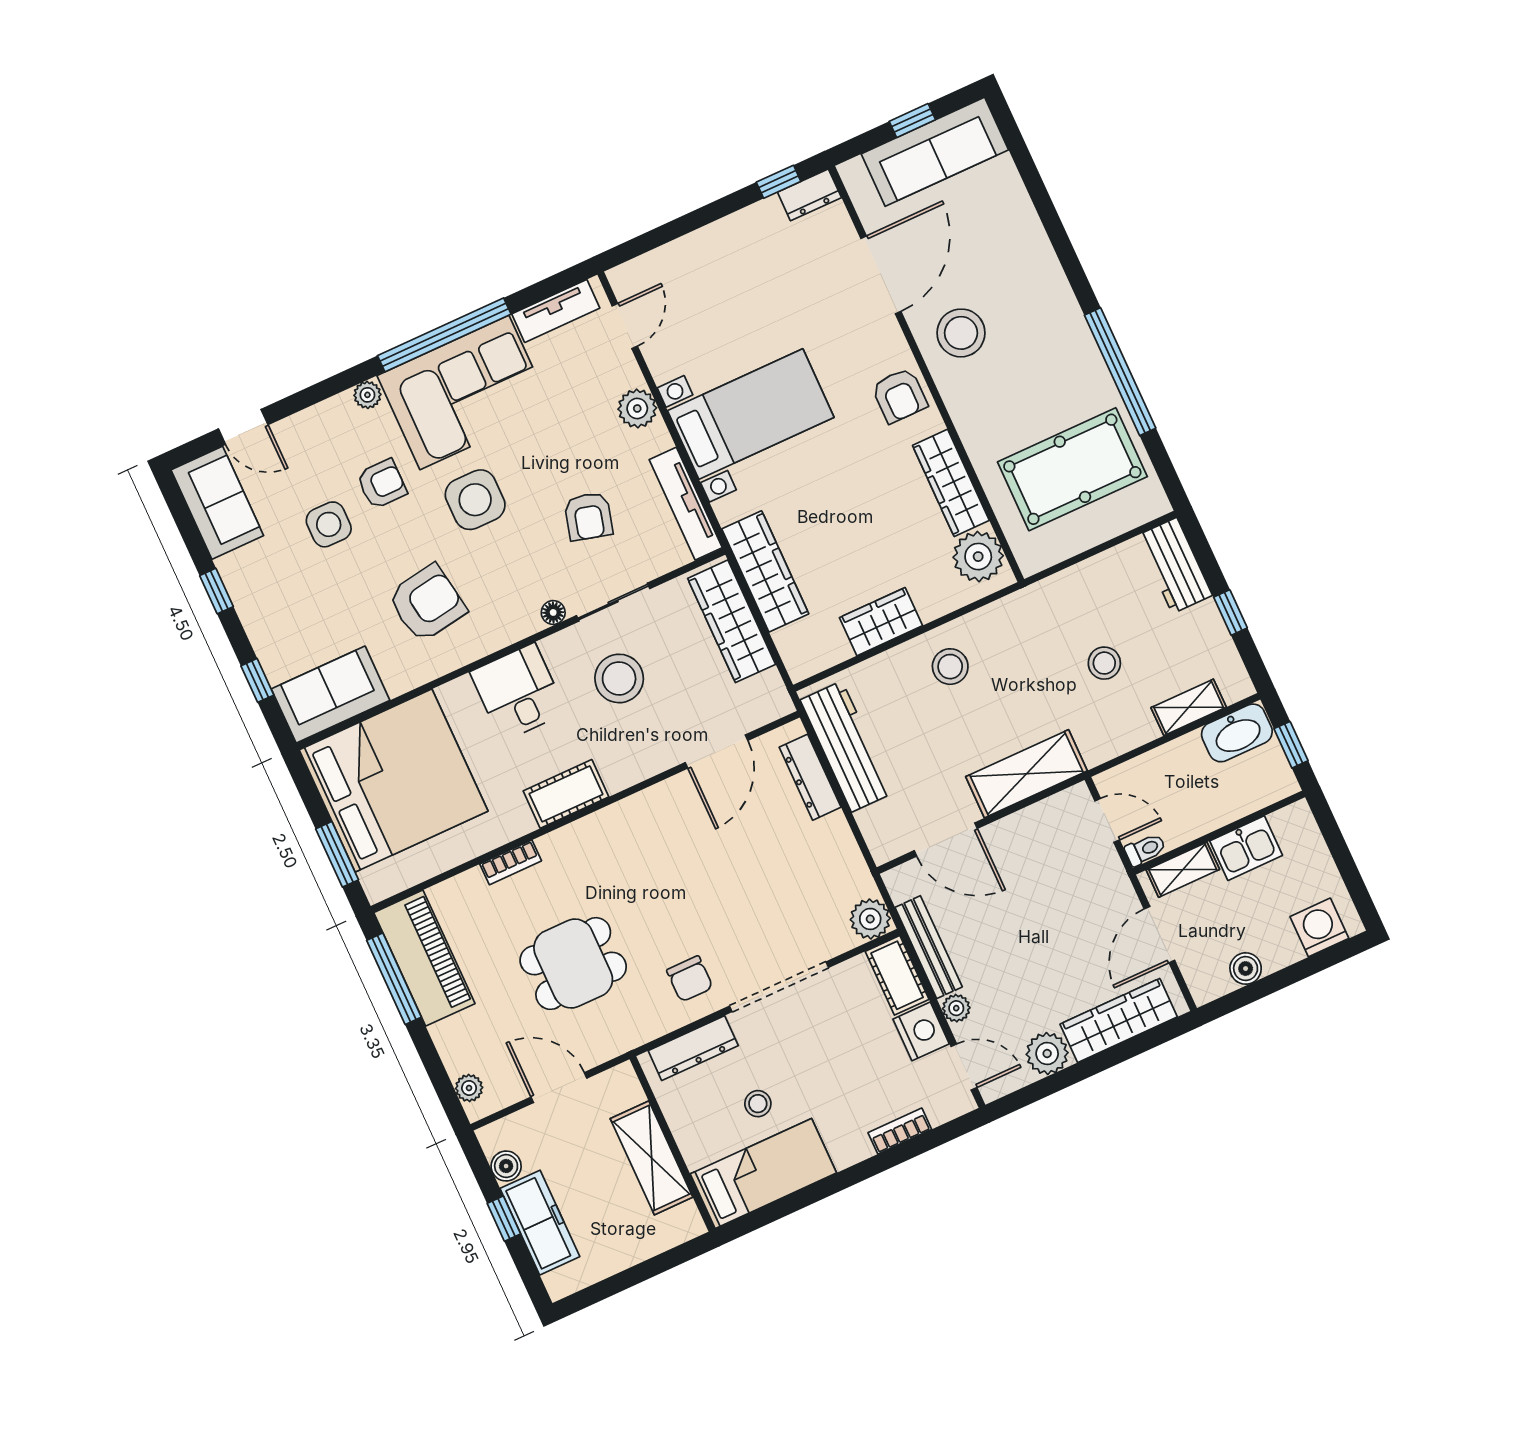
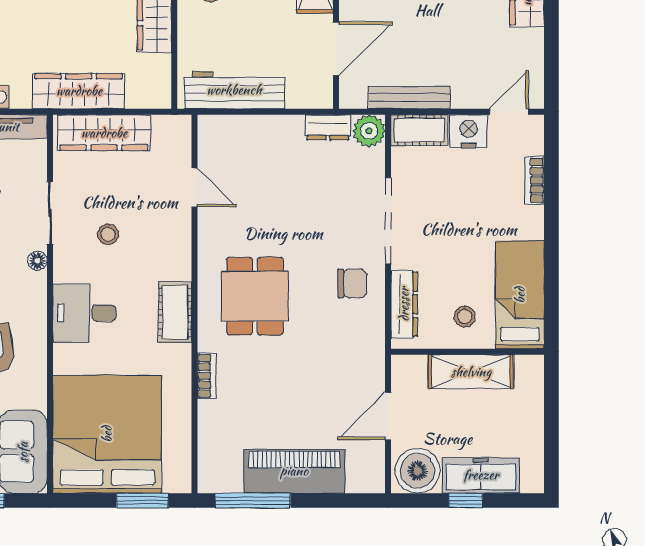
stool: (619, 678) -> (108, 234), width x0.53, depth x0.53
door: (717, 752) -> (194, 187), width x0.73
dresser: (810, 777) -> (328, 127), moved, width x0.70
piano: (424, 958) -> (294, 471), moved
dining table: (573, 964) -> (255, 296), moved
plant: (956, 1008) -> (463, 98), removed
plant: (1047, 1053) -> (527, 46), removed
plant: (469, 1088) -> (358, 482), removed
stool: (758, 1104) -> (465, 317), moved
boiler: (506, 1166) -> (418, 471), width x1.86, depth x1.86

